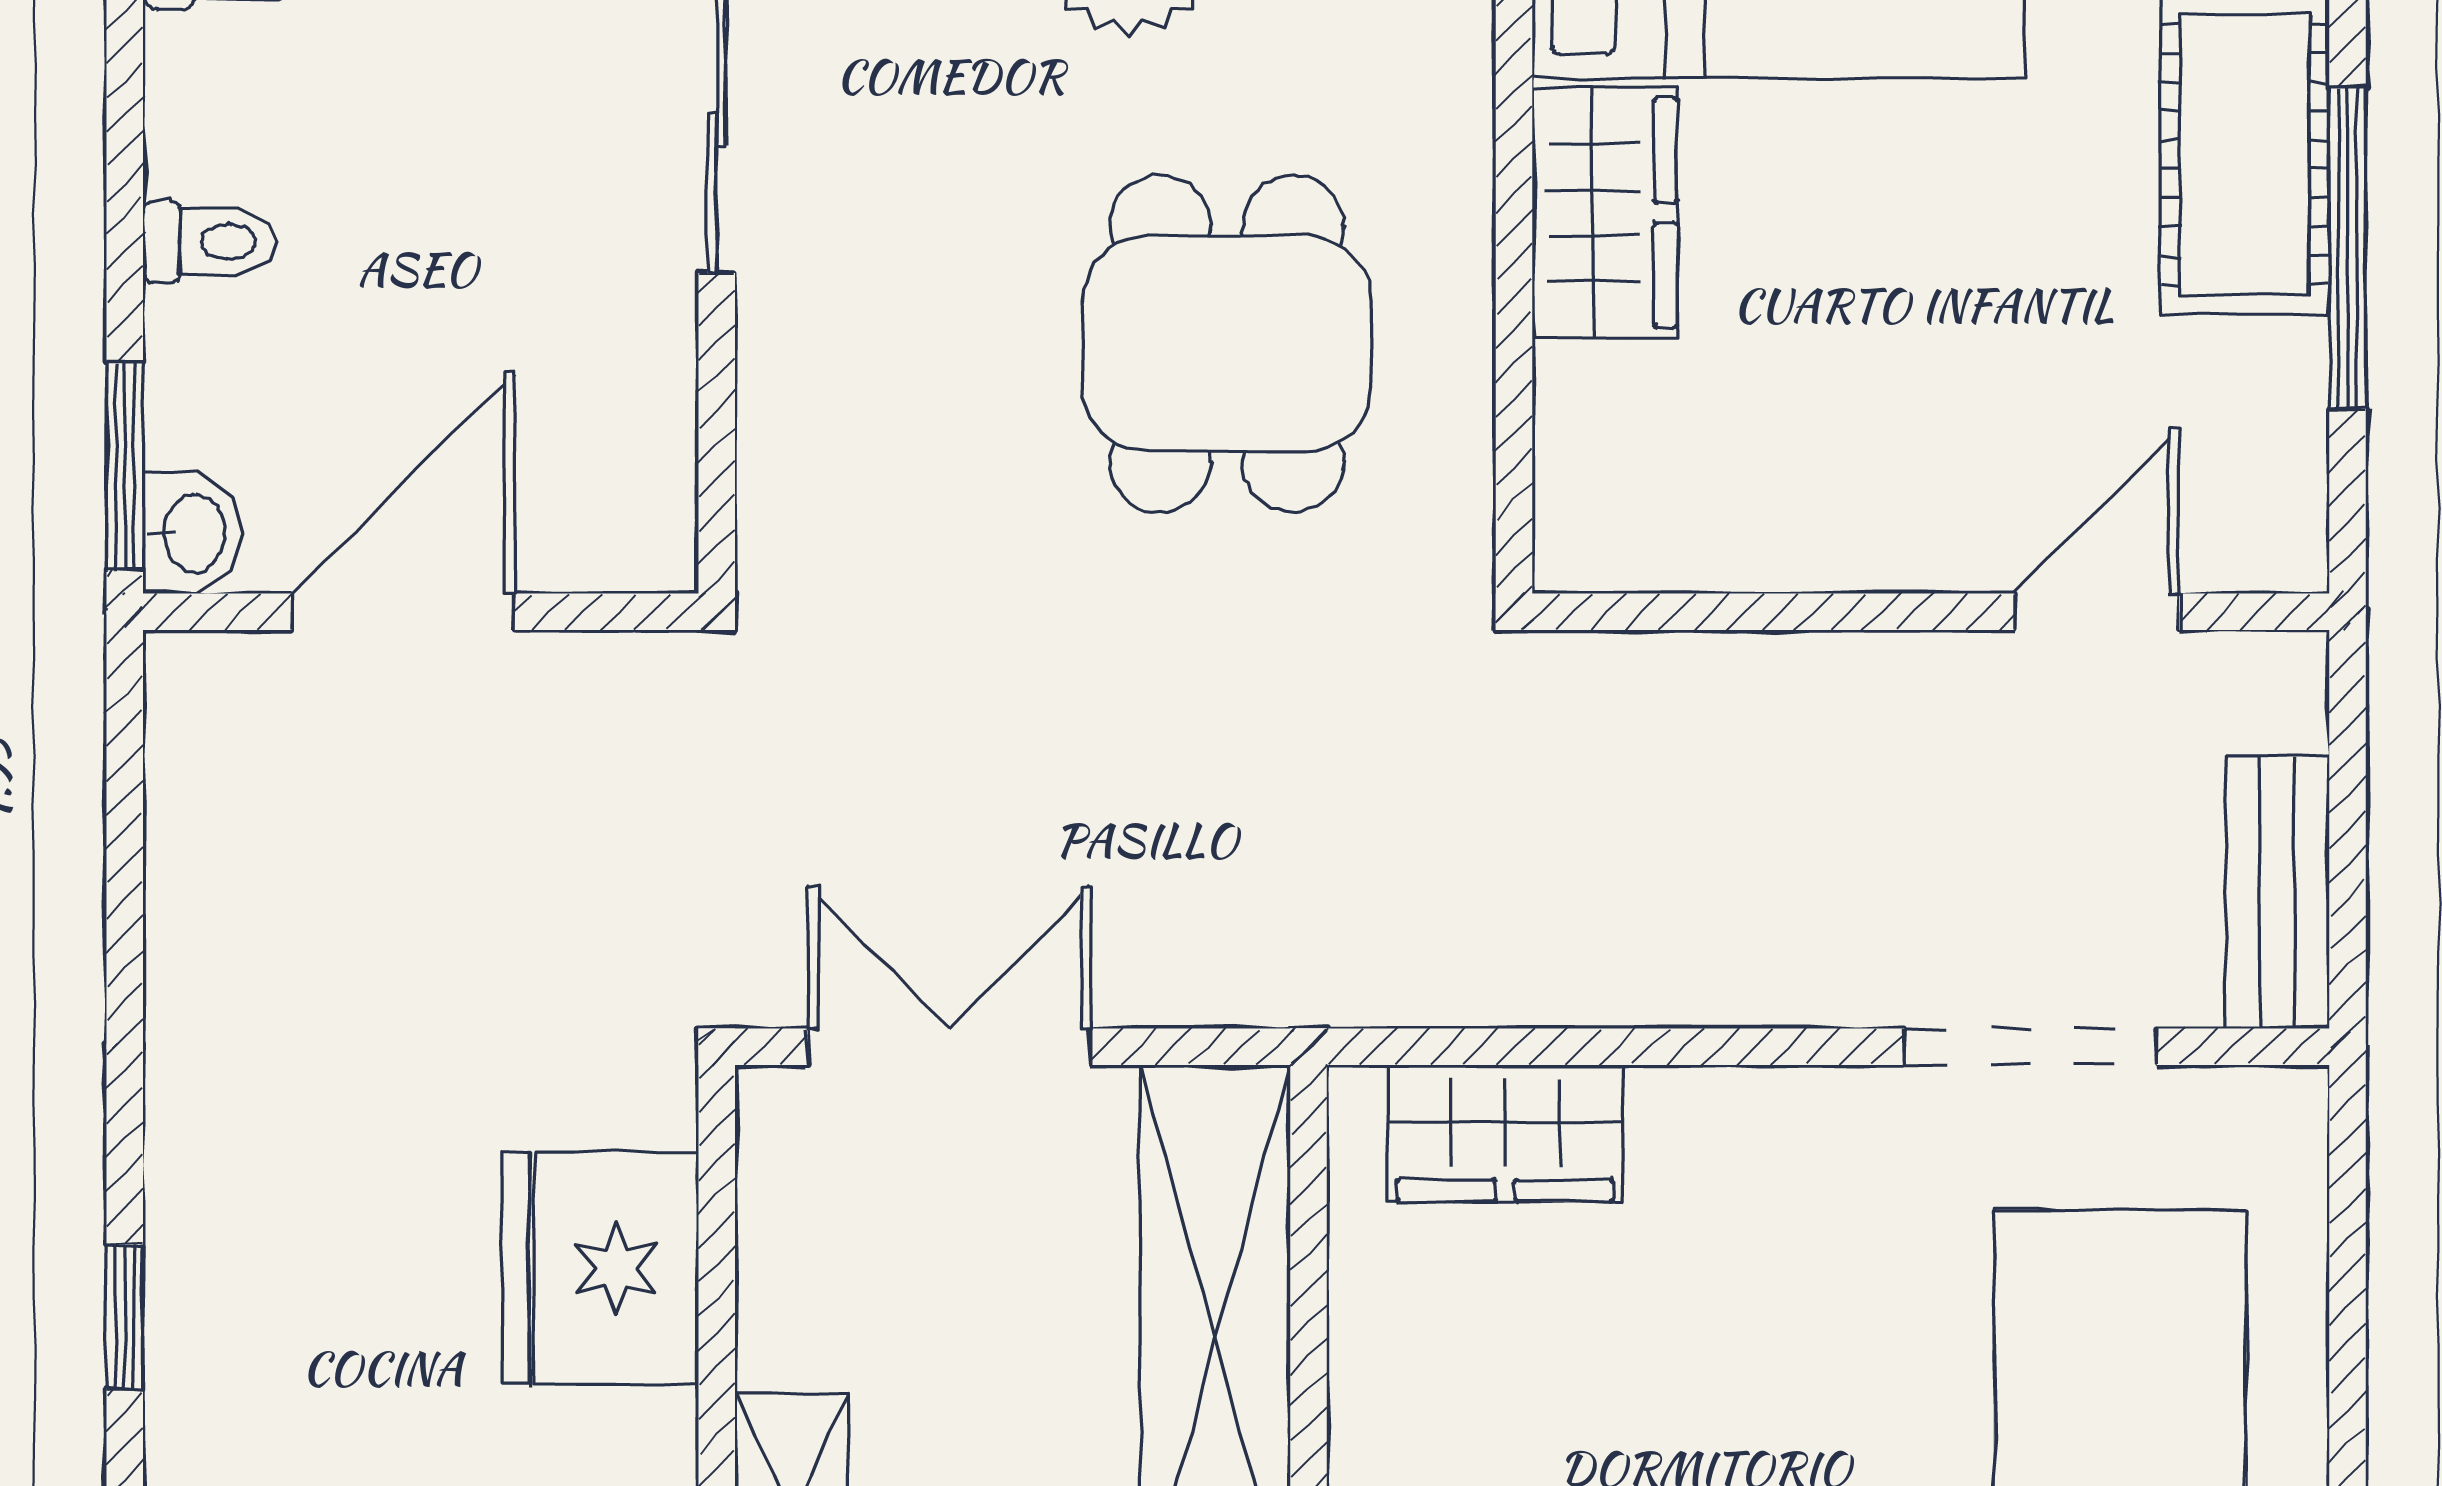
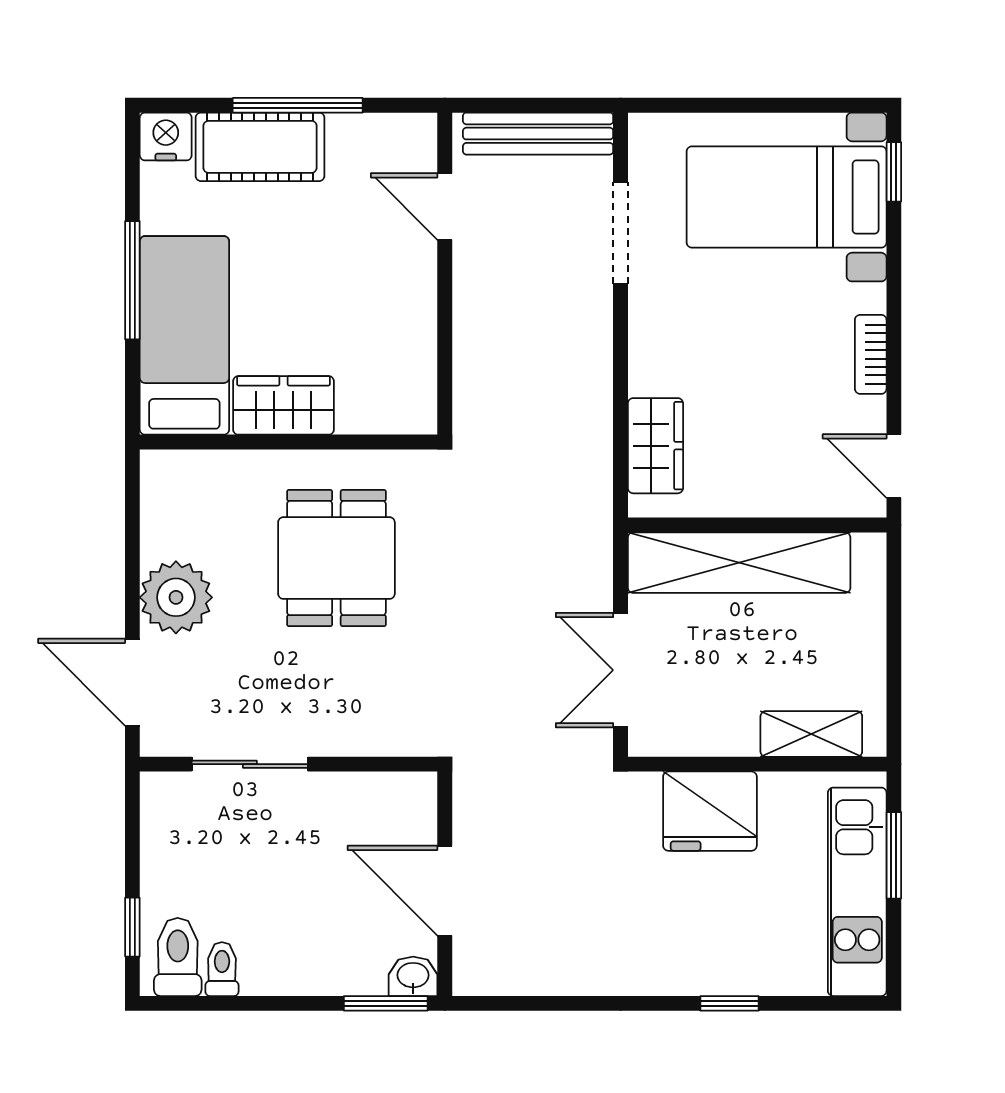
toilet: (210, 242) -> (222, 969), moved
dining table: (1227, 344) -> (336, 558), turned 90
bench: (2277, 892) -> (538, 134), width x1.36

